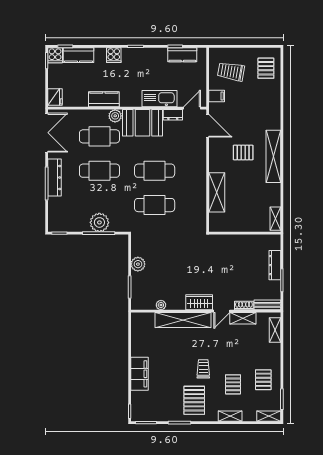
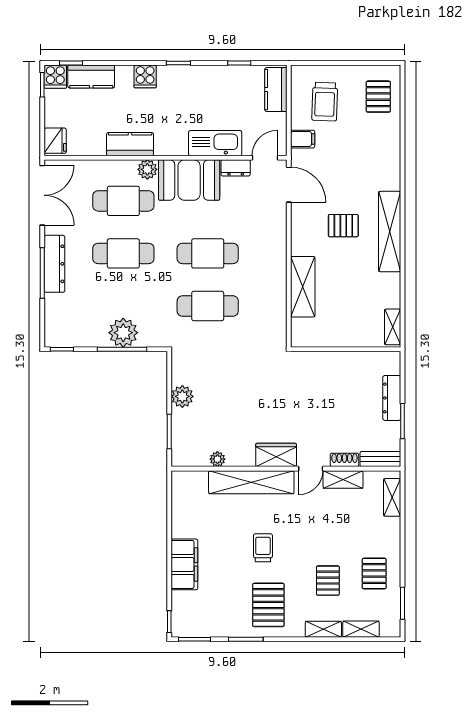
kitchen counter: (182, 55) -> (276, 90), moved, turned 90
trolley: (231, 72) -> (325, 102), turned -98
trolley: (203, 369) -> (263, 548), moved
shelving: (269, 416) -> (361, 629), moved

